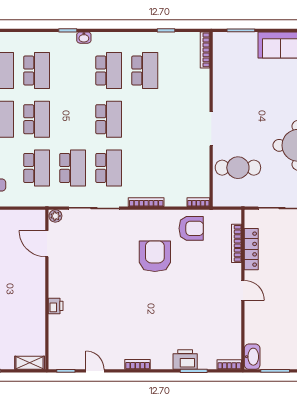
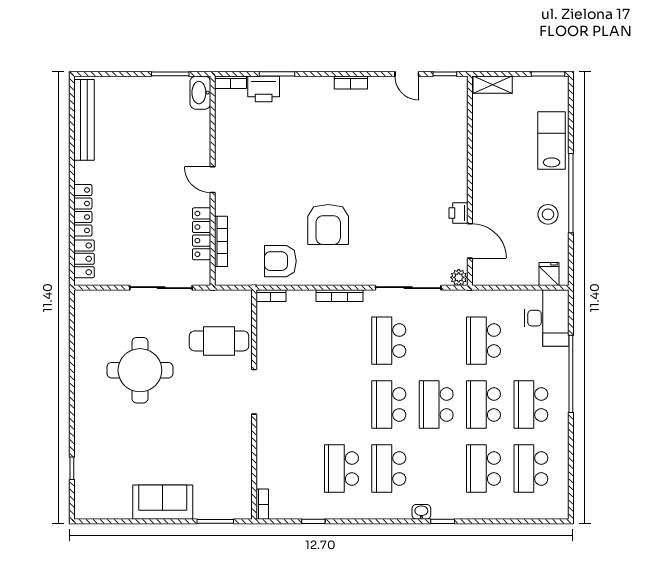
bookcase: (205, 50) -> (262, 504), width x0.64
school desk: (73, 168) -> (436, 405), moved
printer: (56, 306) -> (459, 213), moved
printer: (185, 359) -> (264, 89), moved

